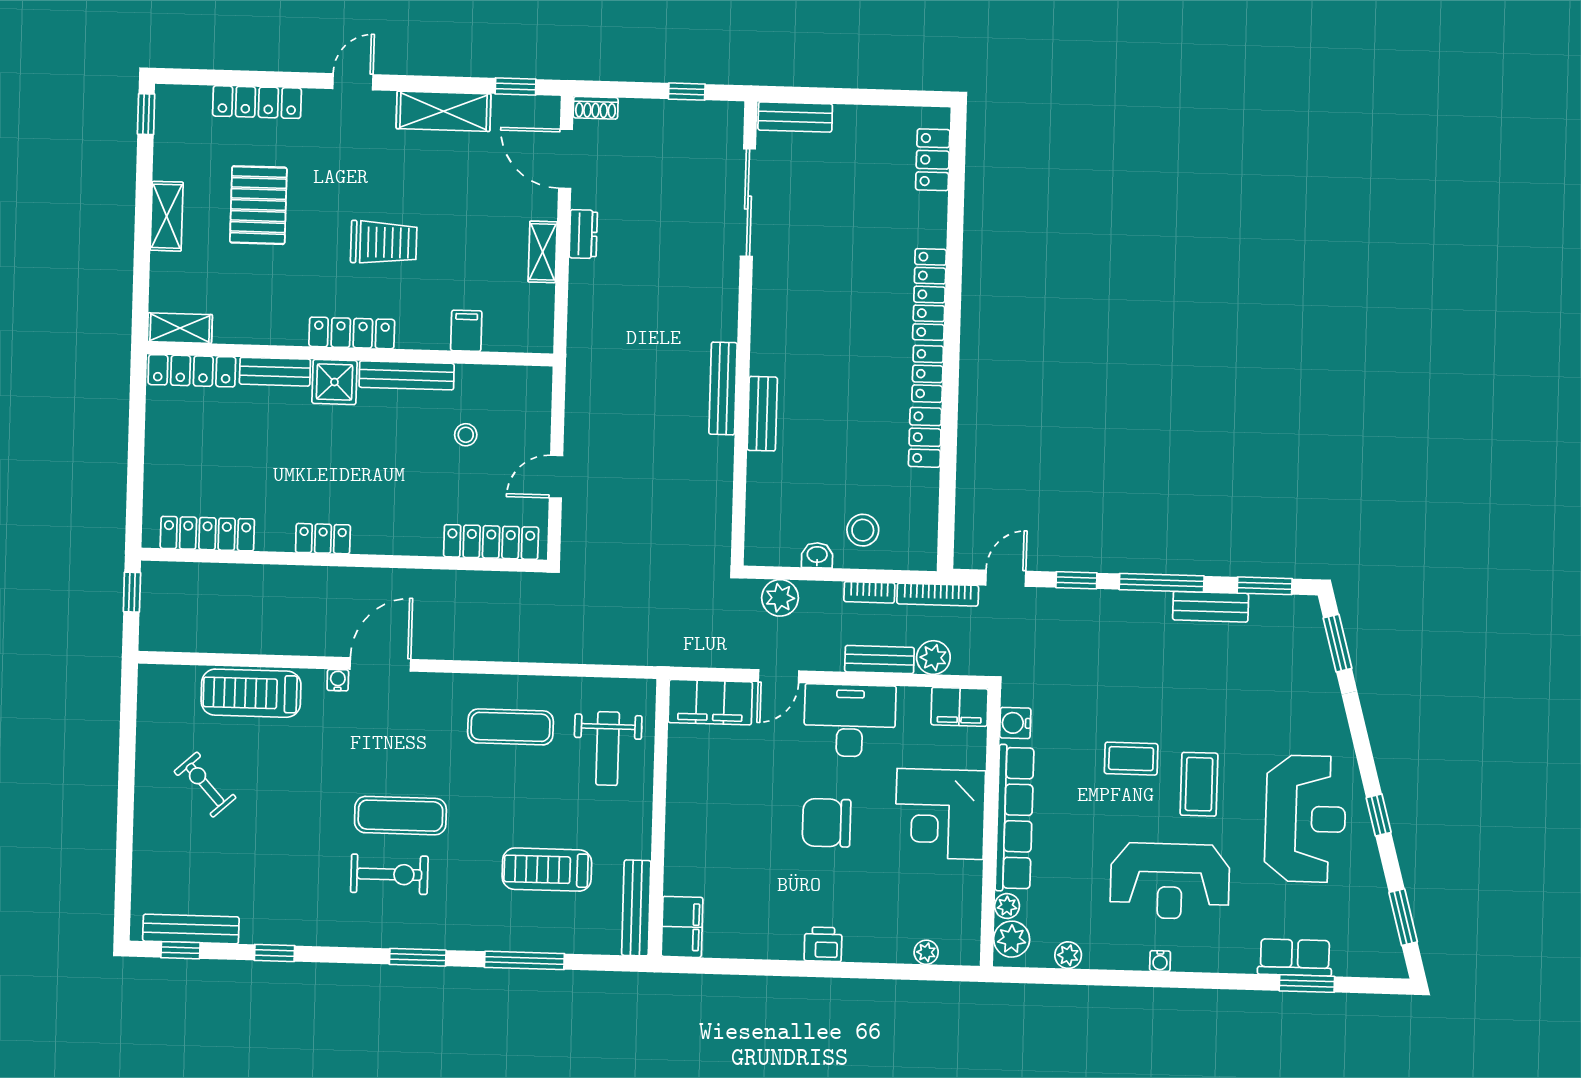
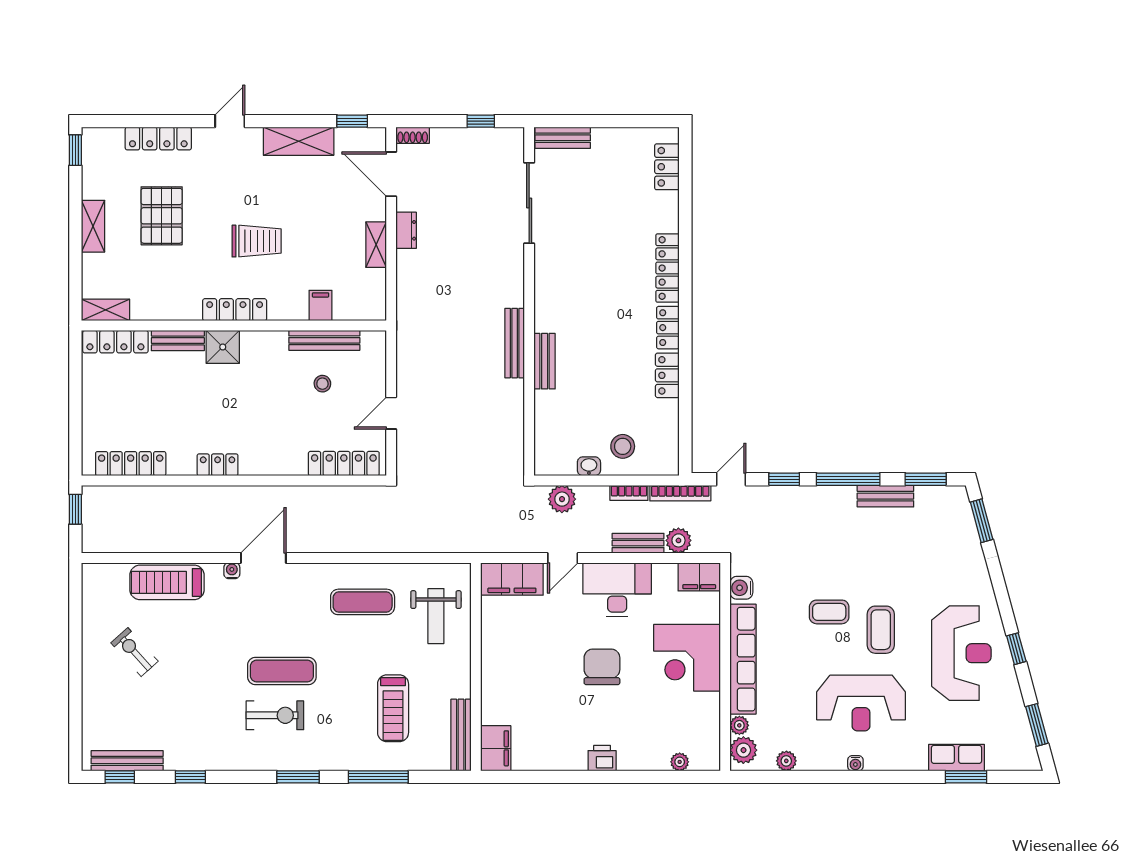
bench: (407, 375) -> (324, 340), moved
chair: (827, 823) -> (602, 667), turned 90
treadmill: (547, 870) -> (393, 708), turned -90

